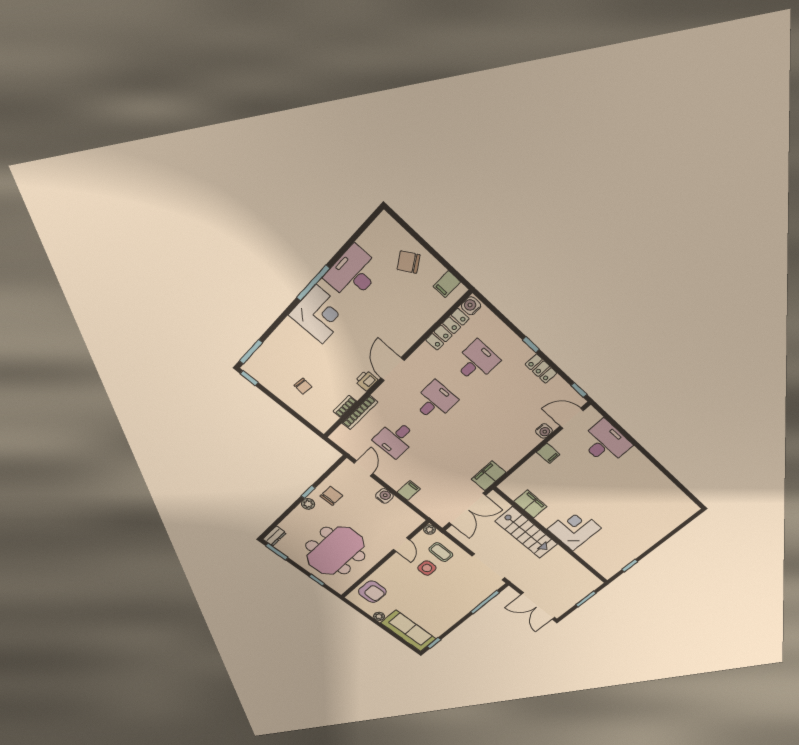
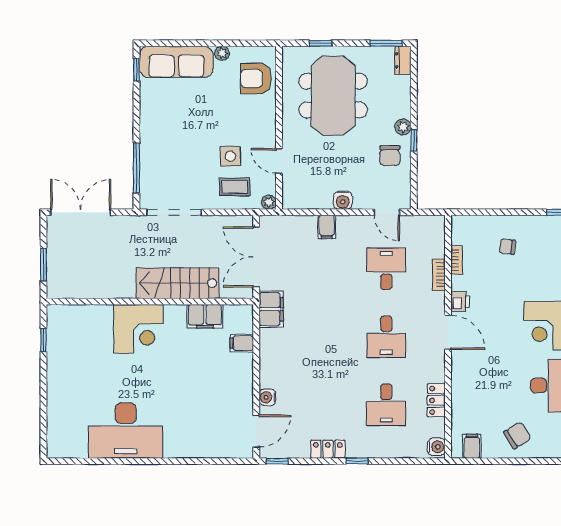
locker: (447, 329) -> (436, 400), width x0.66
bookcase: (360, 413) -> (439, 275), width x0.64
desk: (605, 443) -> (126, 430), moved, width x1.36, depth x1.30
filing cabinet: (548, 453) -> (242, 343), moved

